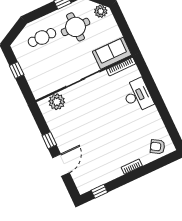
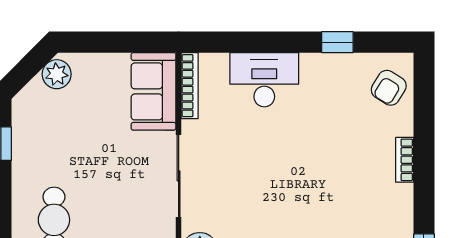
round table: (75, 27) -> (64, 141), removed
window: (166, 118) -> (337, 42), added

